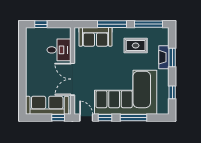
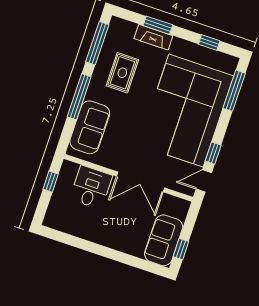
window: (41, 24) -> (51, 182), moved
sofa: (47, 105) -> (164, 240), width x0.73
window: (58, 118) -> (181, 249), moved
window: (134, 118) -> (234, 91), moved

